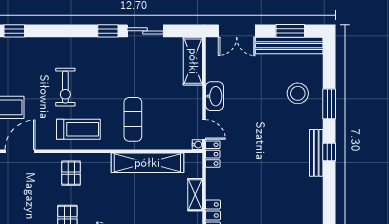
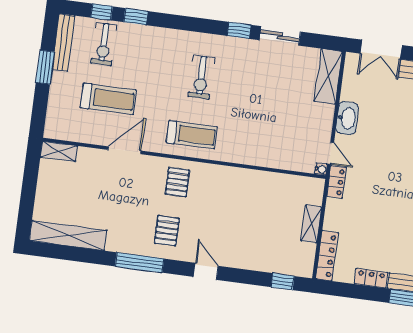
exercise bike: (65, 87) -> (201, 77), moved
exercise mat: (133, 119) -> (254, 132), removed
shelving: (147, 163) -> (263, 182), removed

